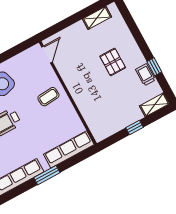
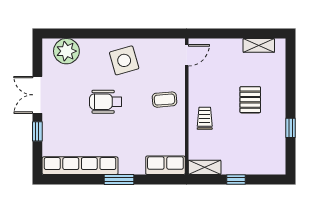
trolley: (145, 75) -> (205, 118), moved
shelving: (155, 105) -> (205, 167), moved
row of seats: (69, 149) -> (165, 165), width x0.68

